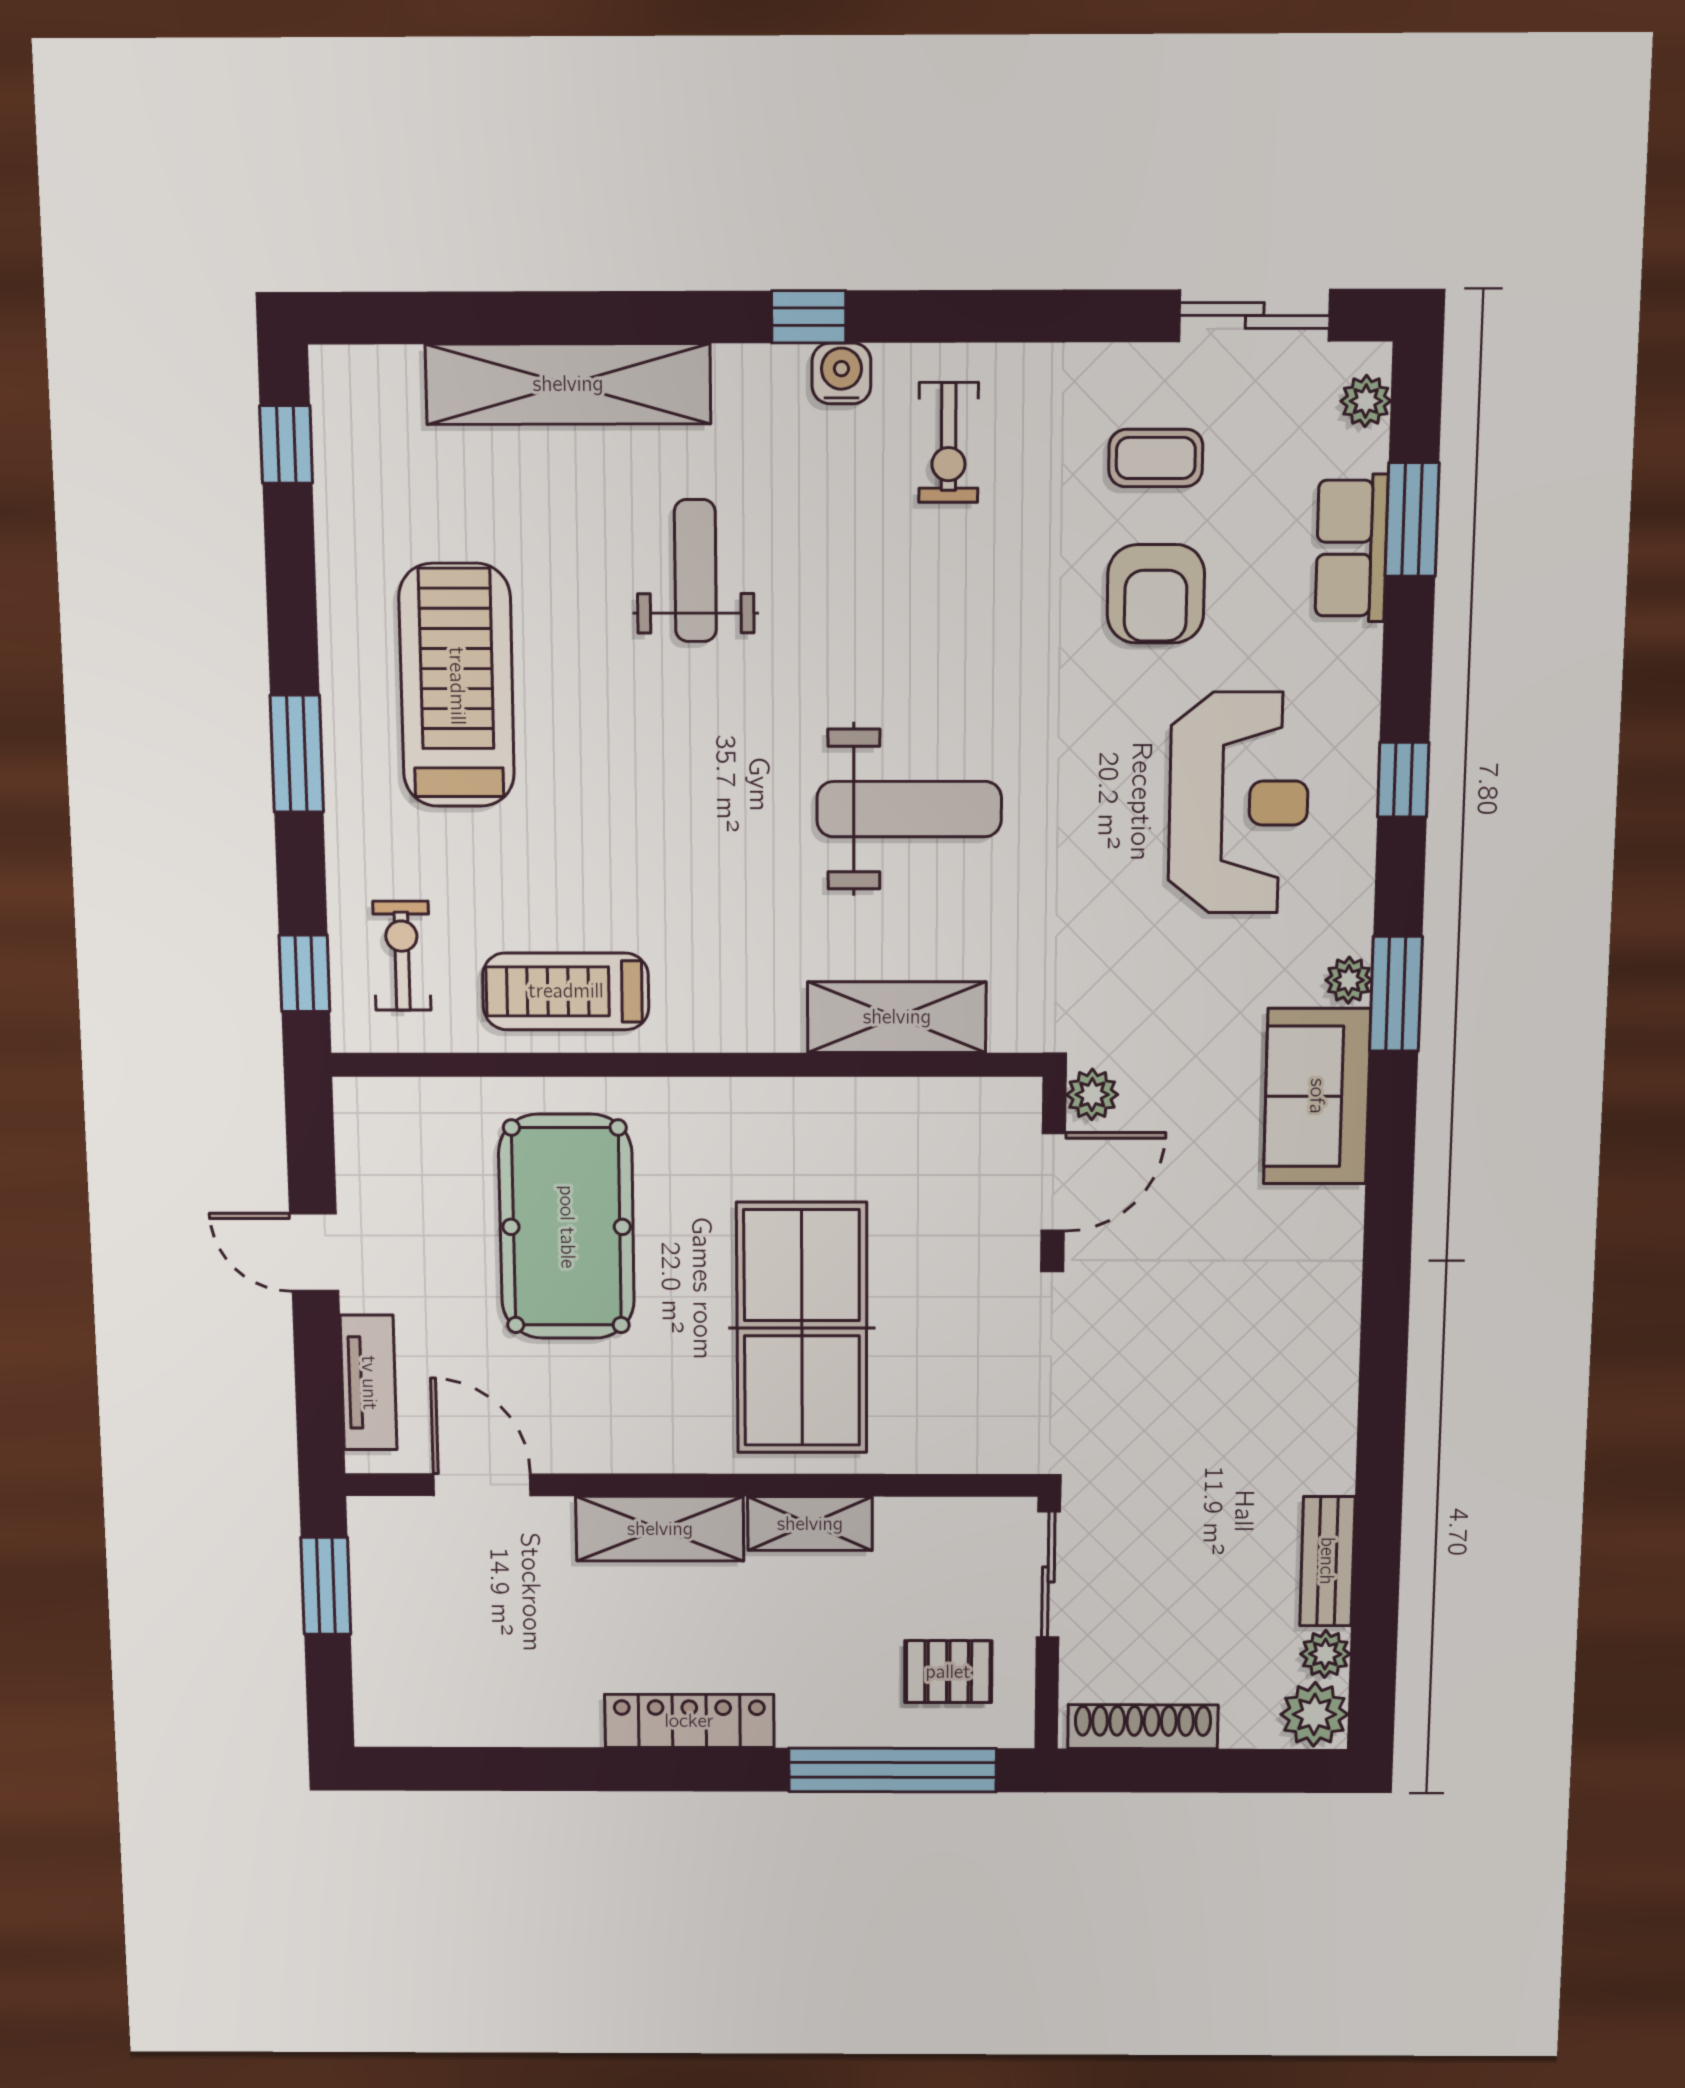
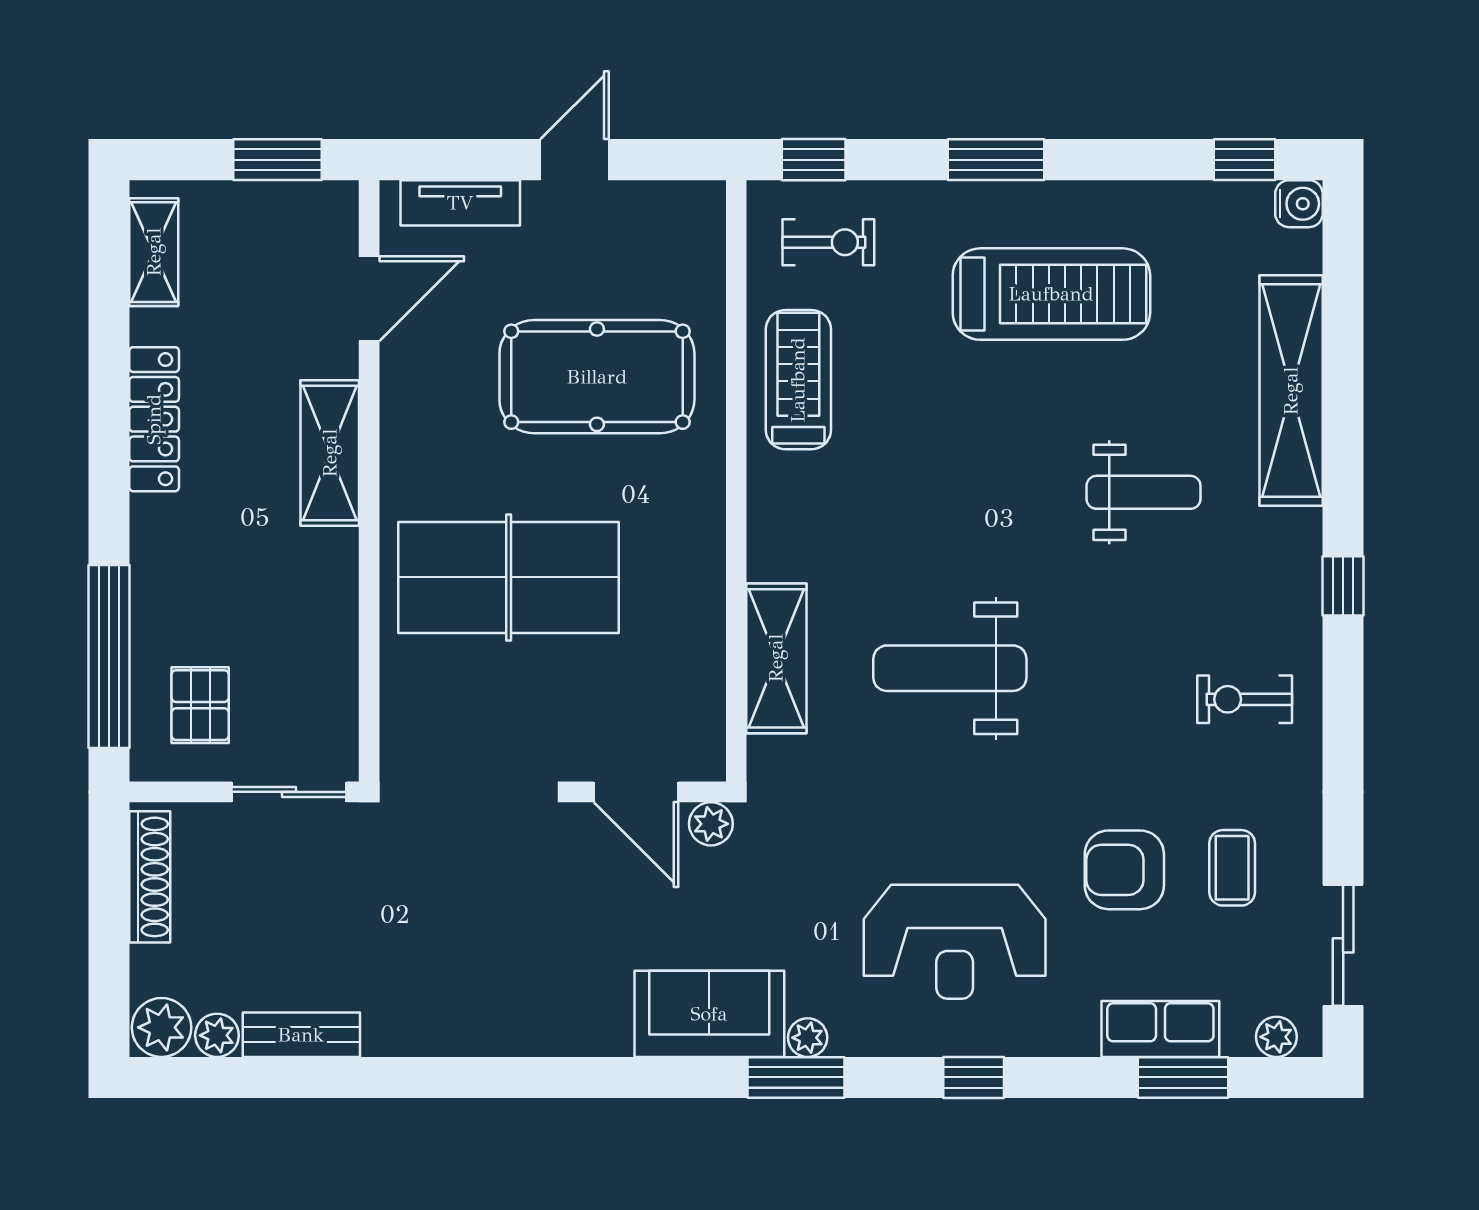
water cooler: (841, 373) -> (1299, 204), moved
weight bench: (909, 809) -> (950, 668), turned 90
shelving: (810, 1524) -> (154, 252), moved
locker: (689, 1721) -> (154, 419), moved

